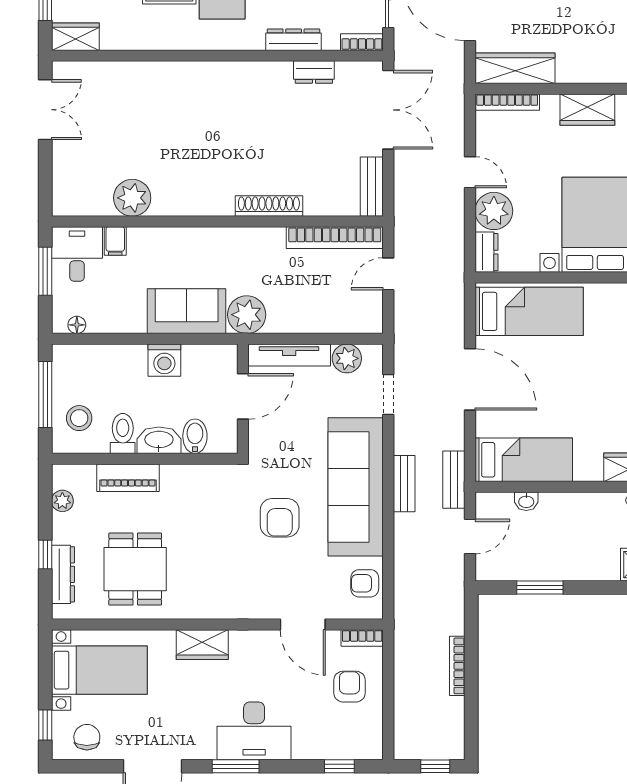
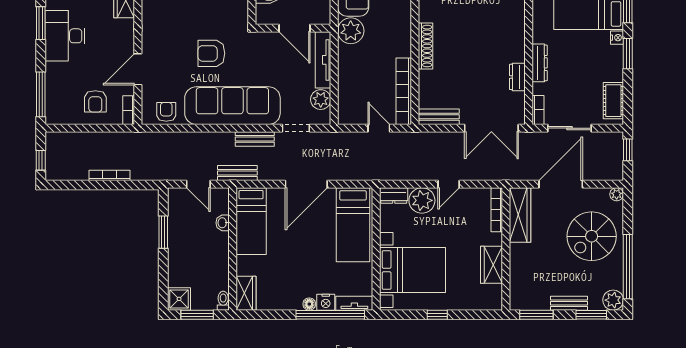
bench: (404, 484) -> (255, 139), moved
armchair: (350, 687) -> (95, 101), turned 90
window: (339, 766) -> (41, 94), width x2.17

